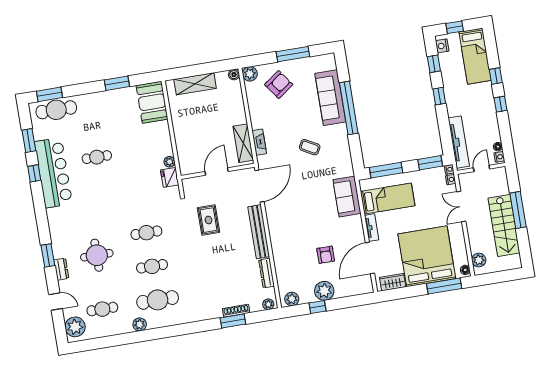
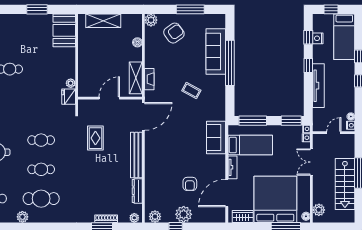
nightstand: (442, 46) -> (318, 38), moved
boiler: (234, 75) -> (137, 42), moved
tv unit: (459, 142) -> (318, 86), moved

